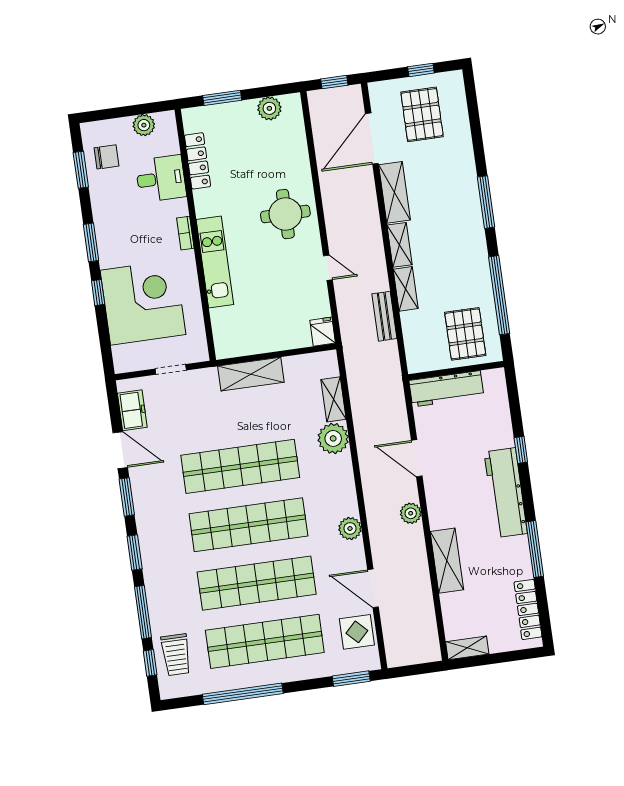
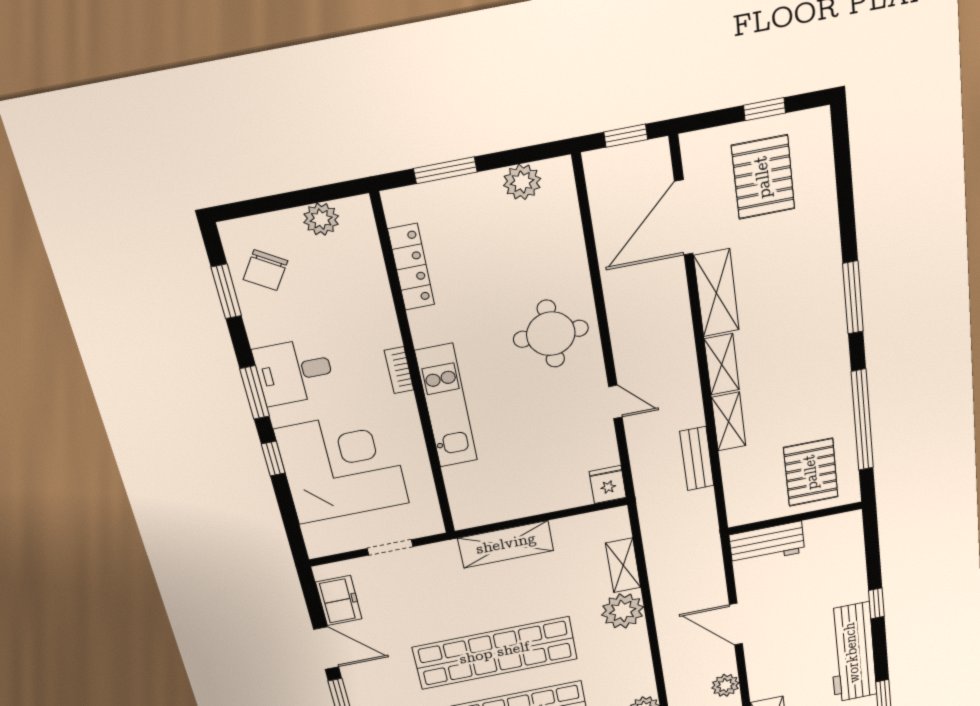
chair: (107, 157) -> (265, 270), turned 122
desk: (161, 179) -> (294, 372), moved, turned 180
workbench: (446, 389) -> (767, 543), width x0.73

